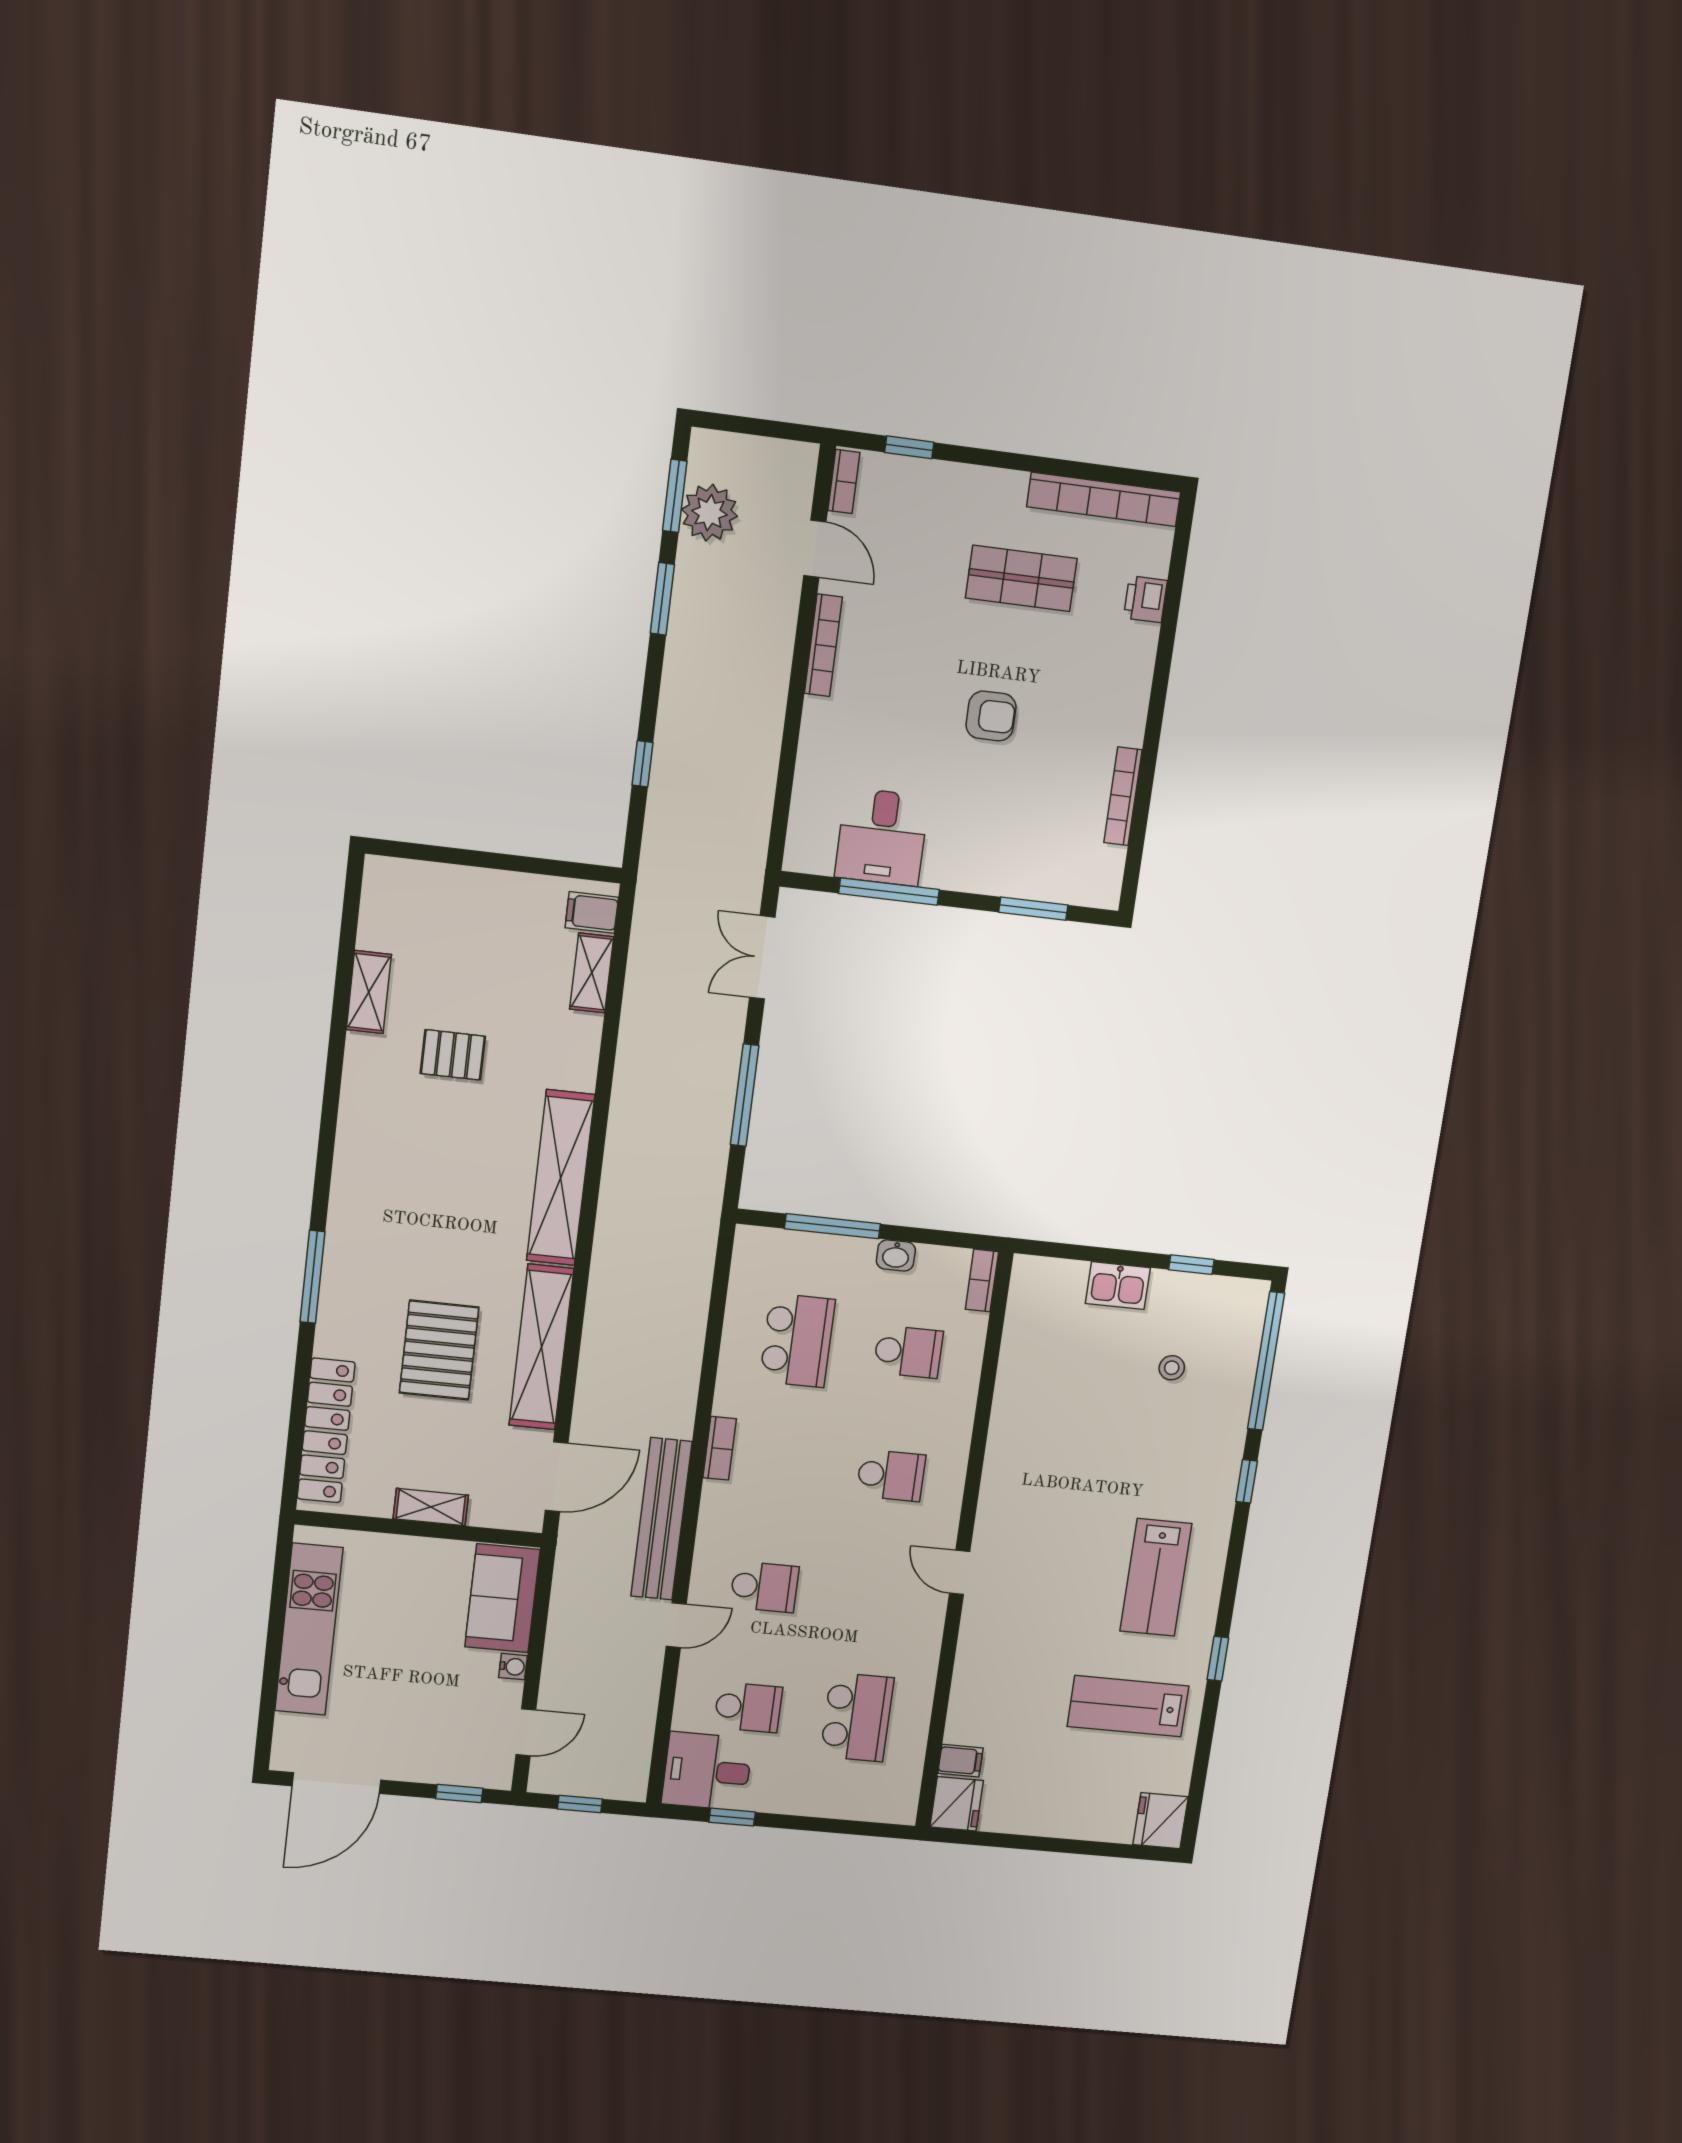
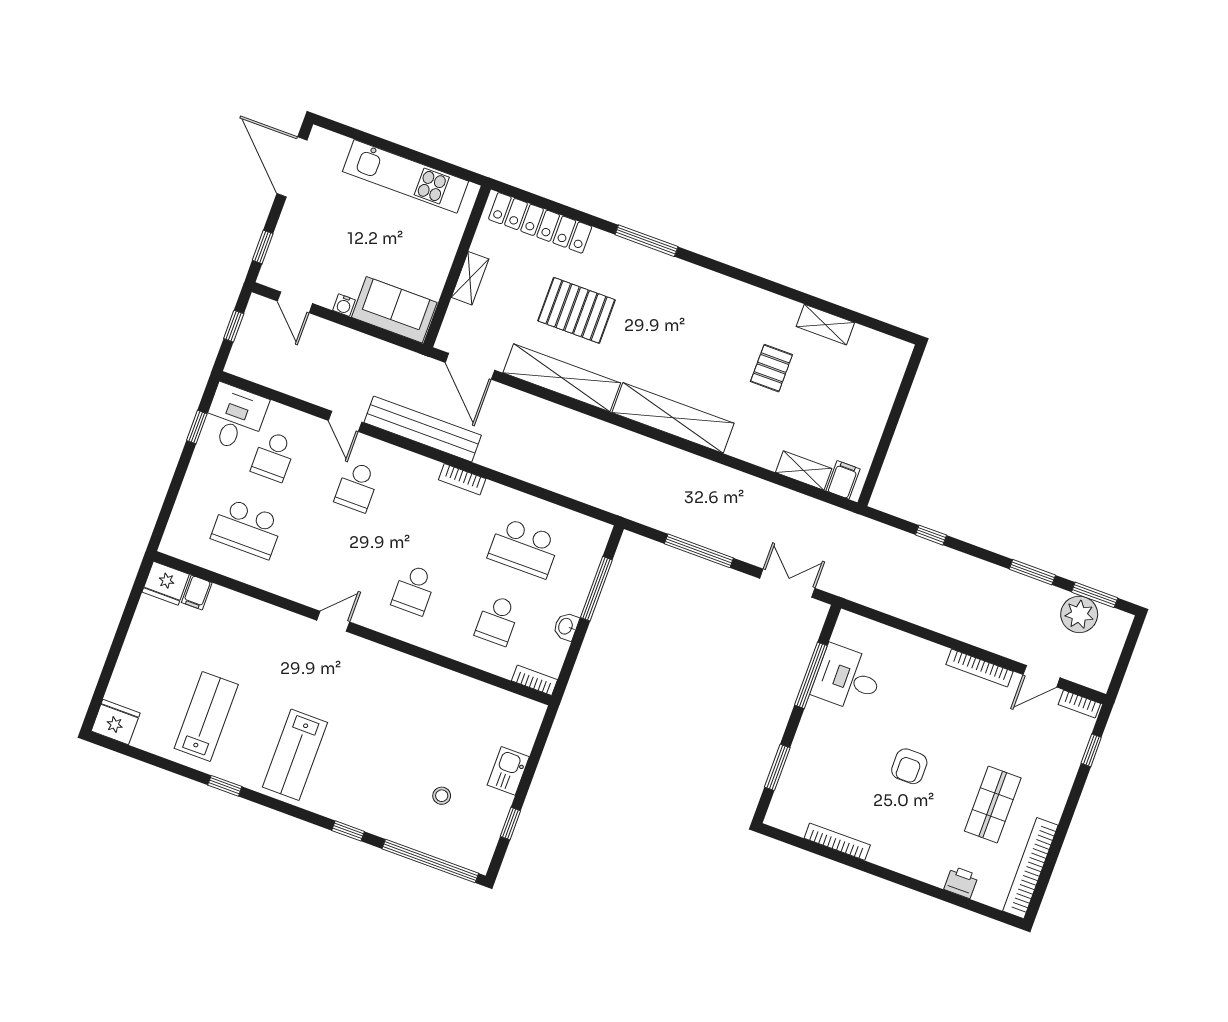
lab bench: (1156, 1577) -> (295, 755), turned -90

